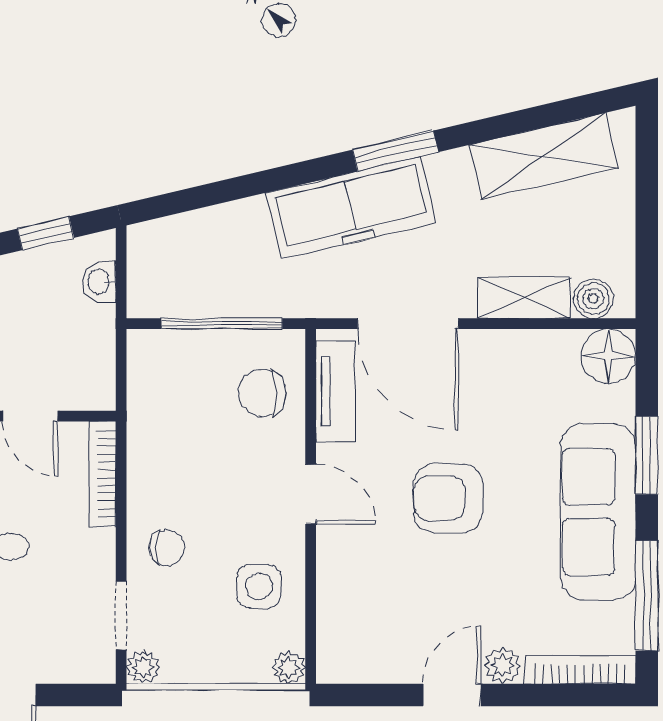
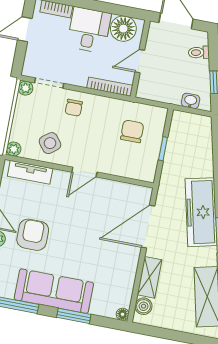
window: (222, 324) -> (163, 149), width x0.46
floor lamp: (608, 356) -> (123, 314), width x0.53, depth x0.53
tv unit: (335, 391) -> (30, 172), moved
chair: (262, 393) -> (132, 131), moved
armchair: (448, 498) -> (33, 235), moved
side table: (259, 586) -> (50, 143), turned -38

